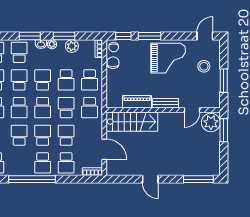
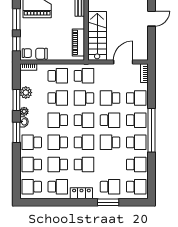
piano: (137, 102) -> (78, 42), moved
school desk: (43, 135) -> (110, 120), turned 180
school desk: (19, 163) -> (136, 142), added

